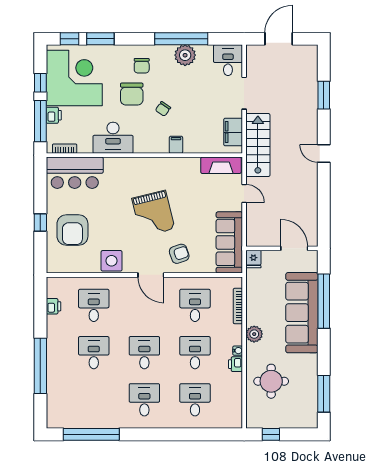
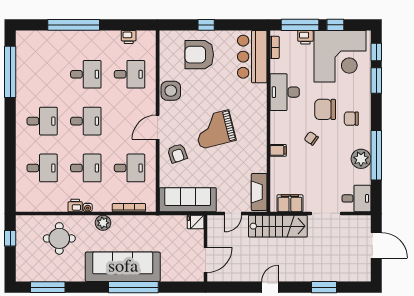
wall: (282, 248) -> (206, 248), moved
door: (294, 248) -> (206, 260), moved
fridge: (253, 259) -> (196, 222), moved

